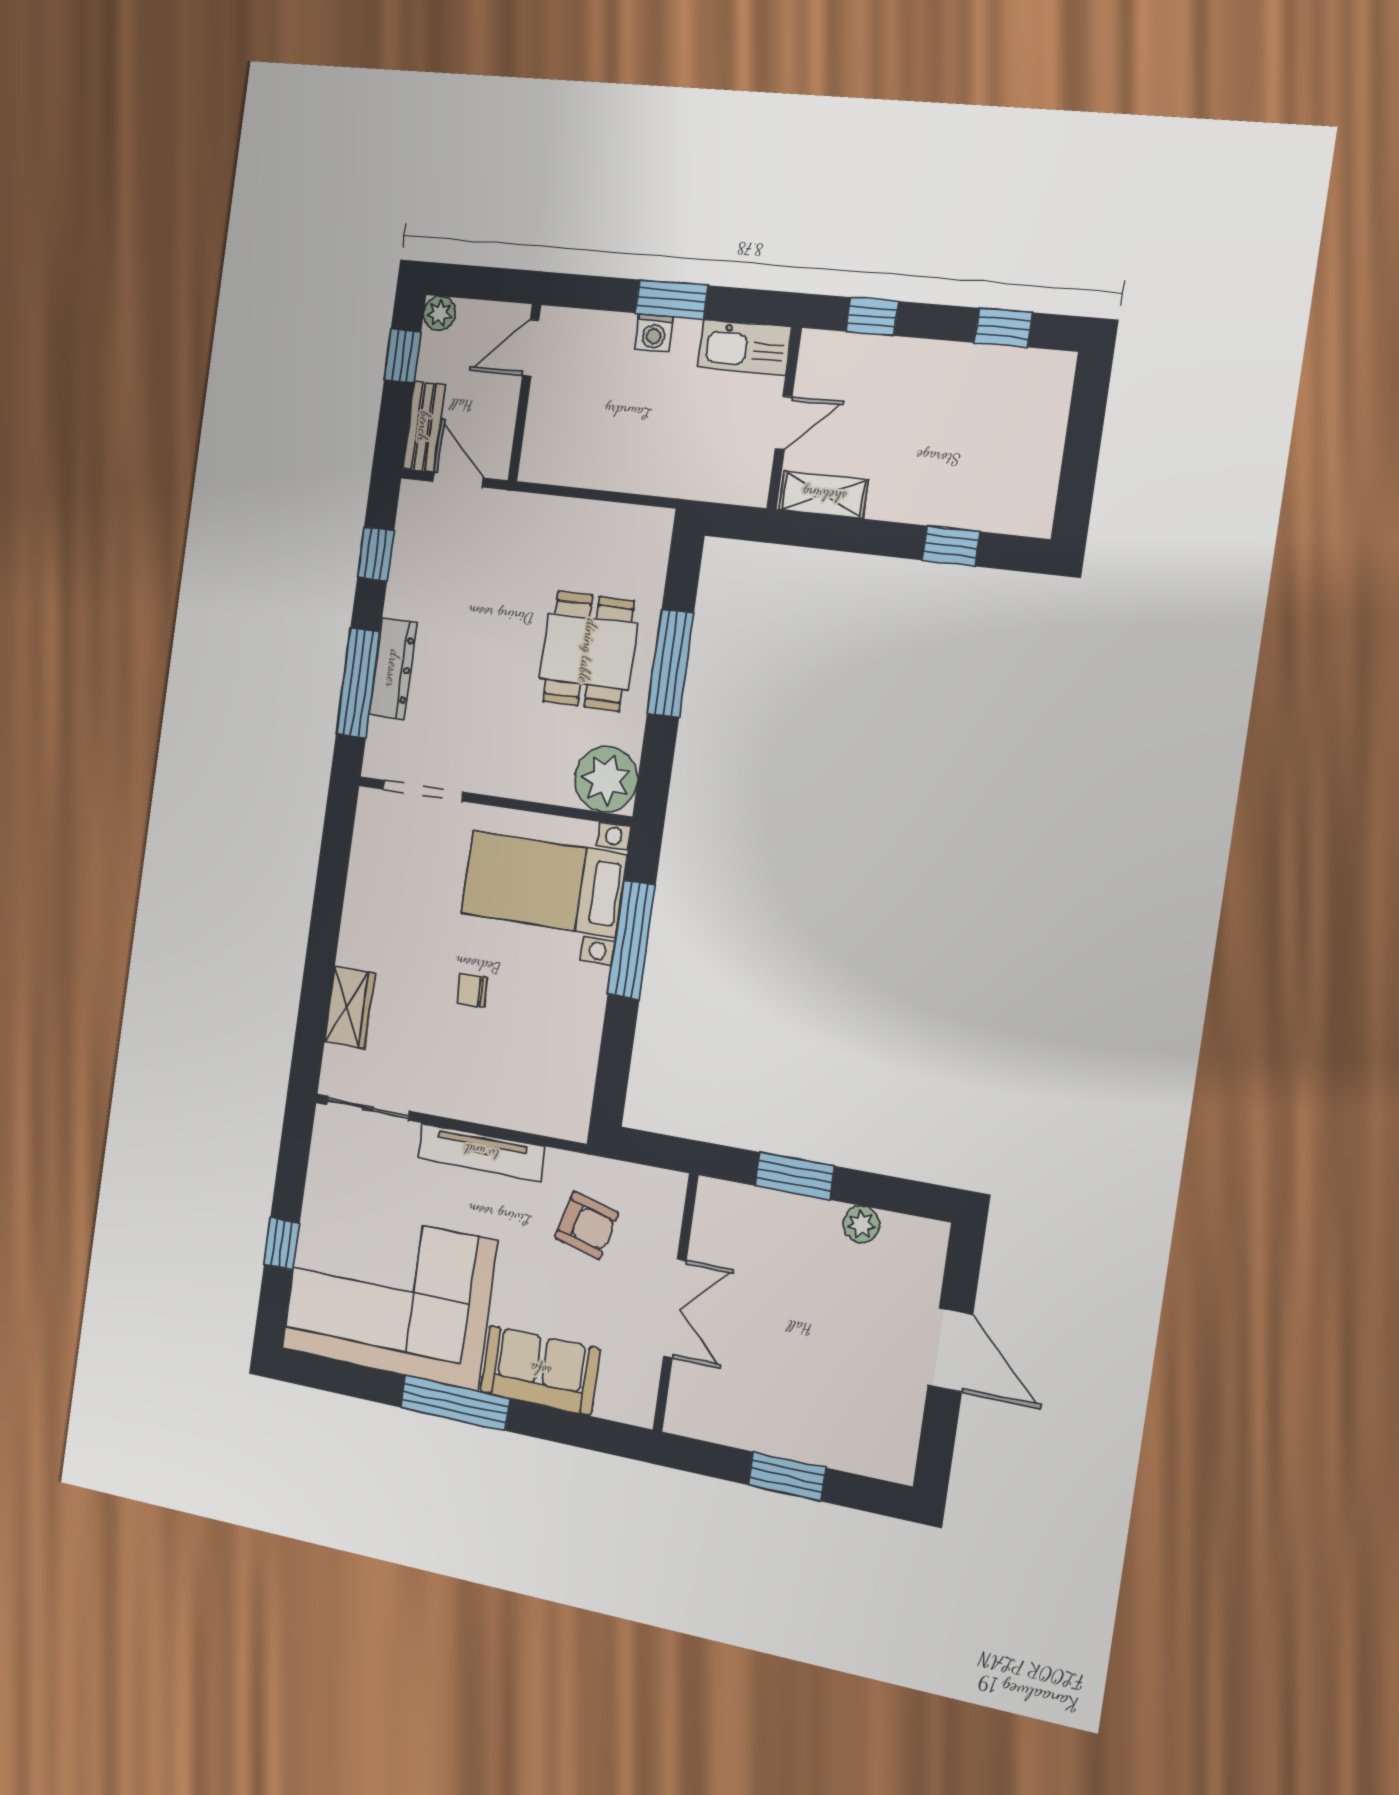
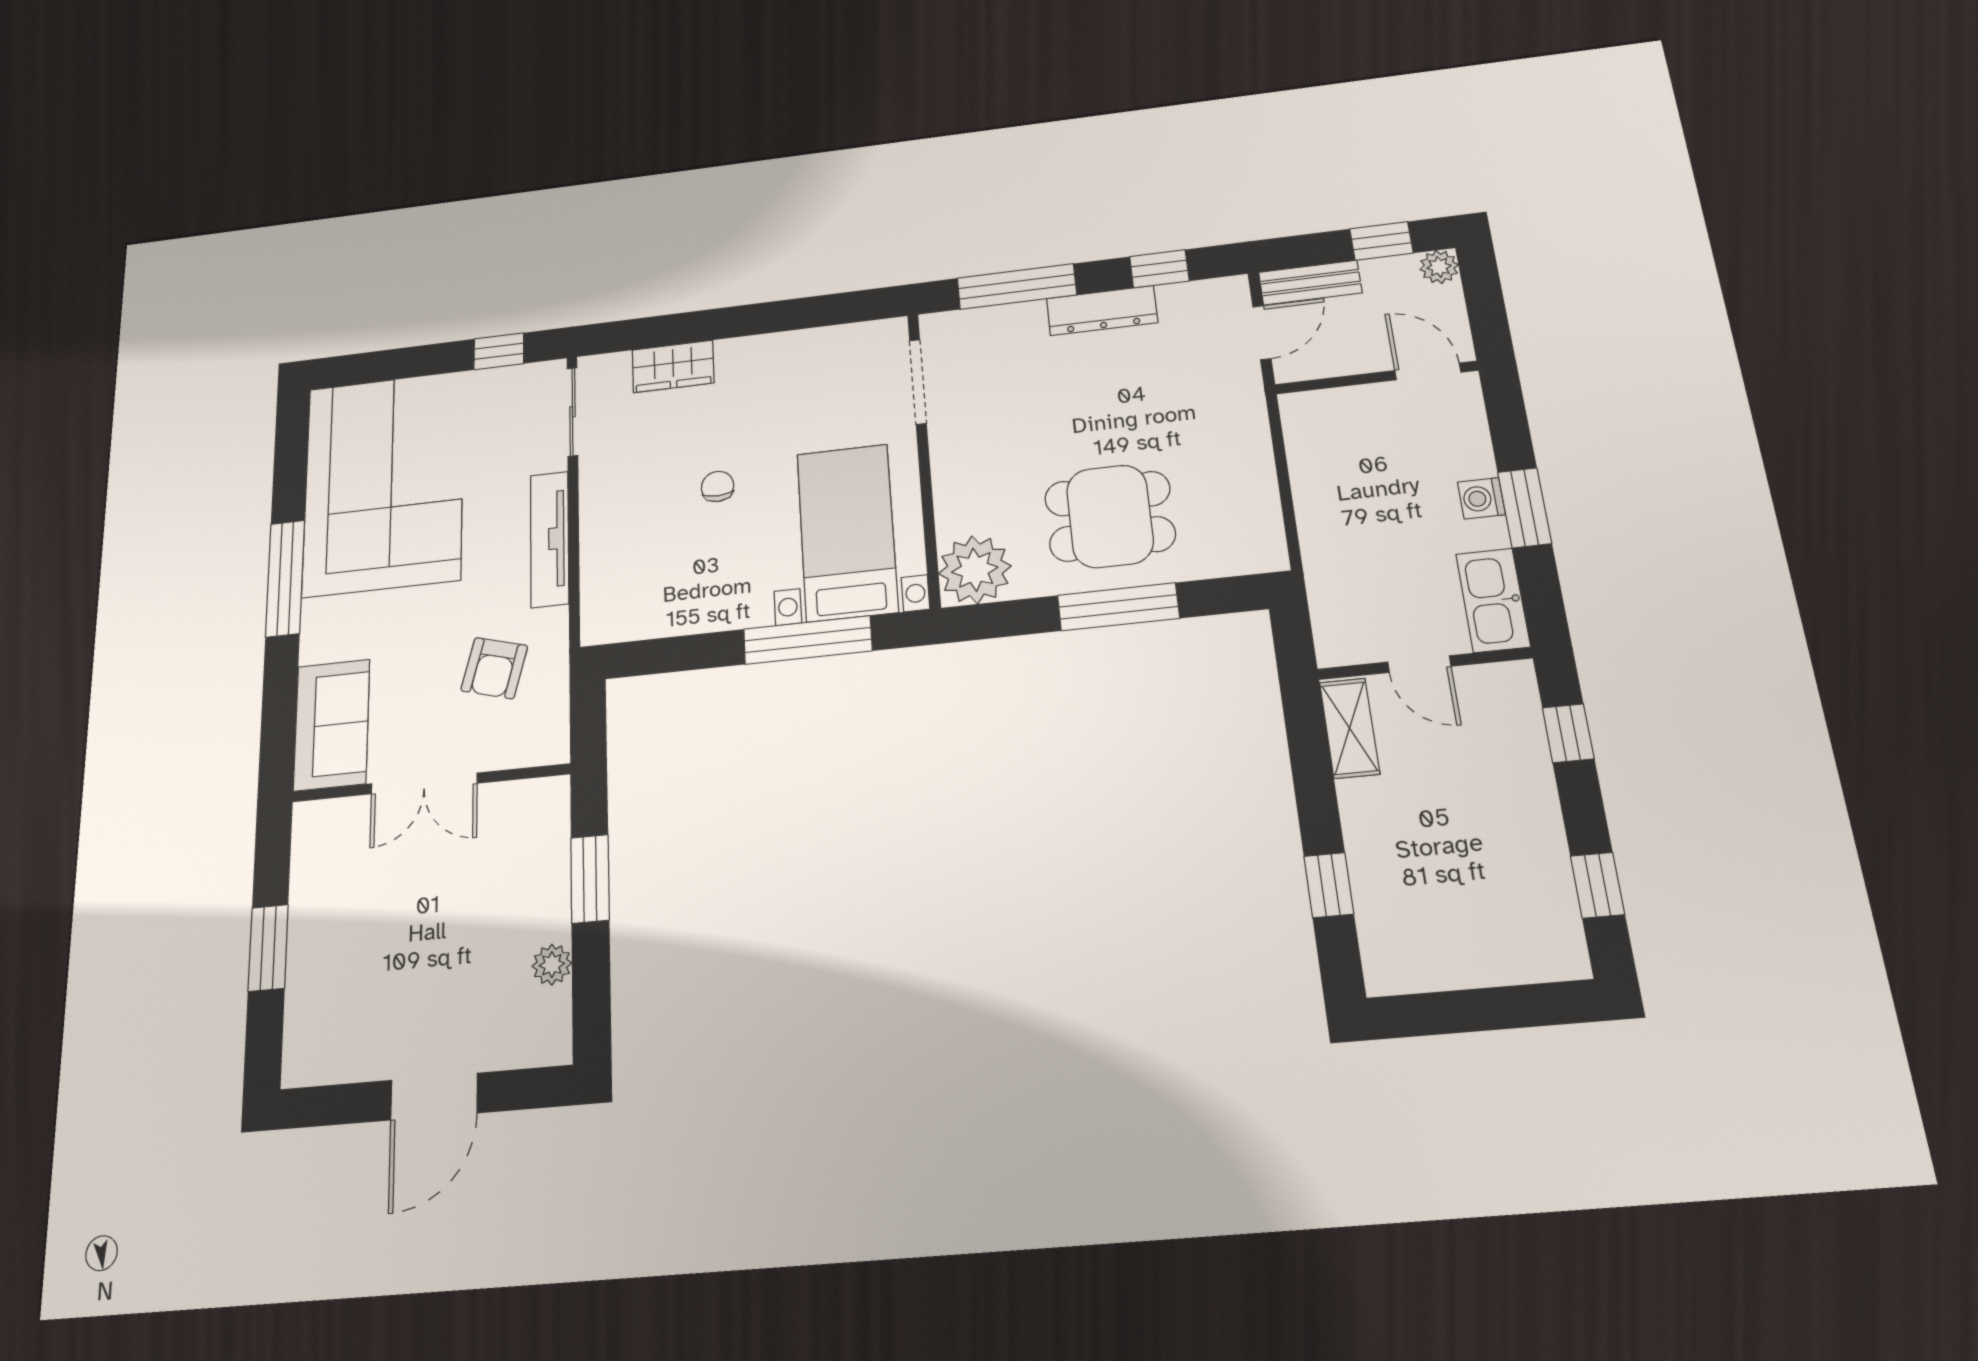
dresser: (393, 669) -> (1102, 311), moved
window: (282, 1244) -> (499, 351), moved
sofa: (540, 1370) -> (332, 725), moved

